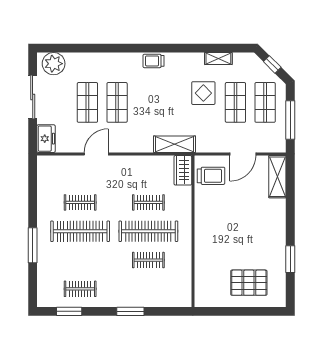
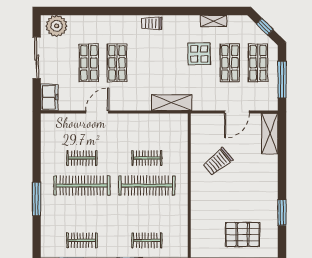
wardrobe: (183, 170) -> (180, 127), removed
trolley: (211, 176) -> (218, 162), moved, turned 140
clothes rail: (148, 260) -> (147, 240), moved

